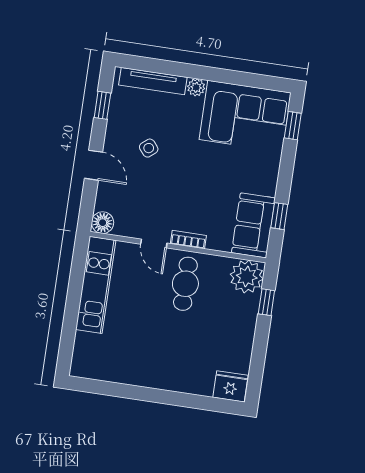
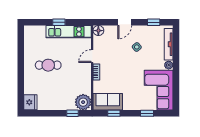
window: (293, 126) -> (147, 113), moved
cafe table: (185, 284) -> (48, 65), moved
window: (73, 302) -> (59, 22), added

